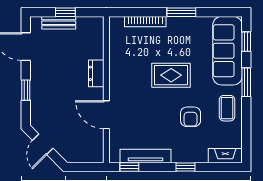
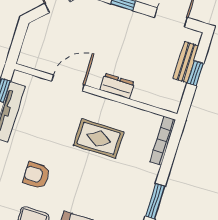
bookcase: (145, 22) -> (163, 141), moved
rug: (171, 75) -> (99, 139), moved, turned 90

